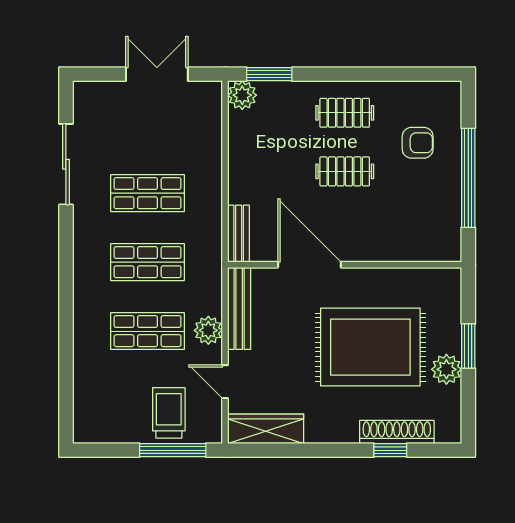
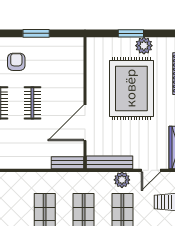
window: (468, 178) -> (36, 33), width x0.47

